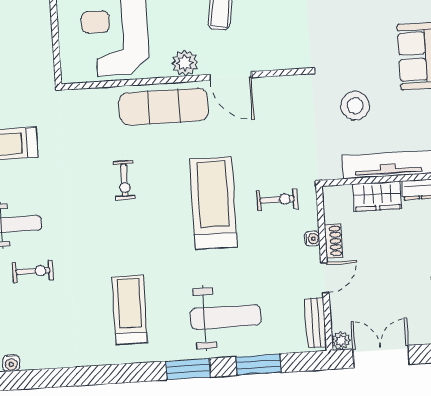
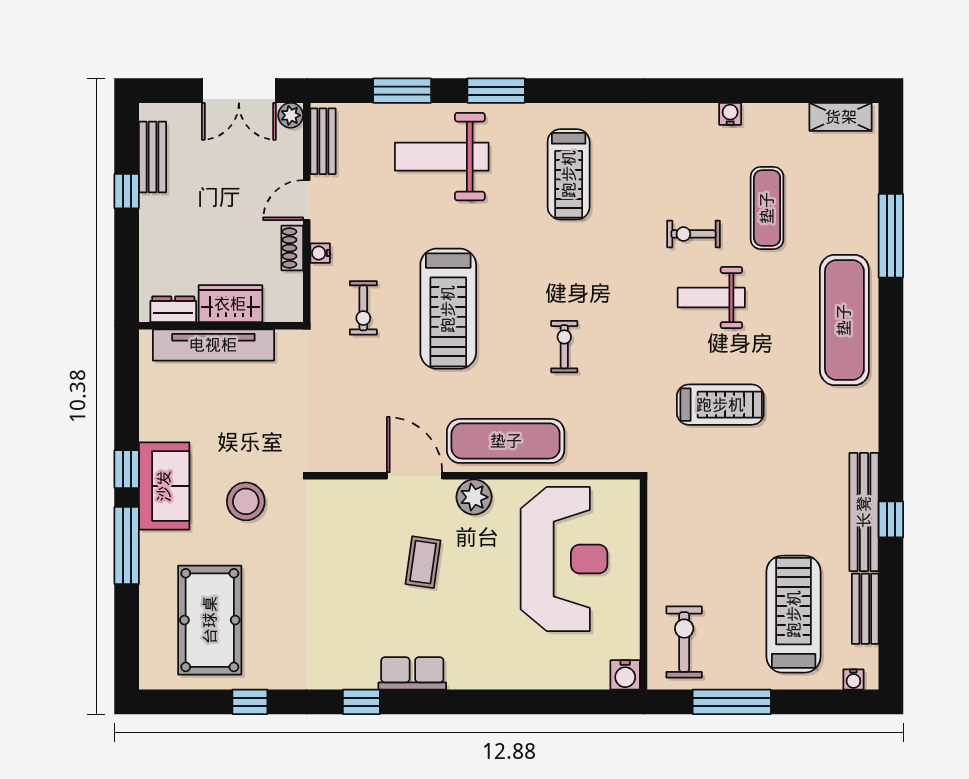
stool: (355, 106) -> (246, 501), moved
exercise bike: (277, 200) -> (363, 308), turned -90

